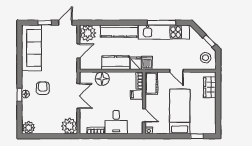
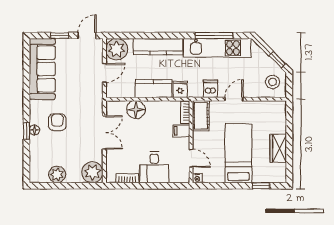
dishwasher: (147, 63) -> (210, 89), moved
door: (176, 71) -> (234, 99), swing flipped
wardrobe: (210, 87) -> (278, 148), moved
plant: (29, 128) -> (57, 174), moved

